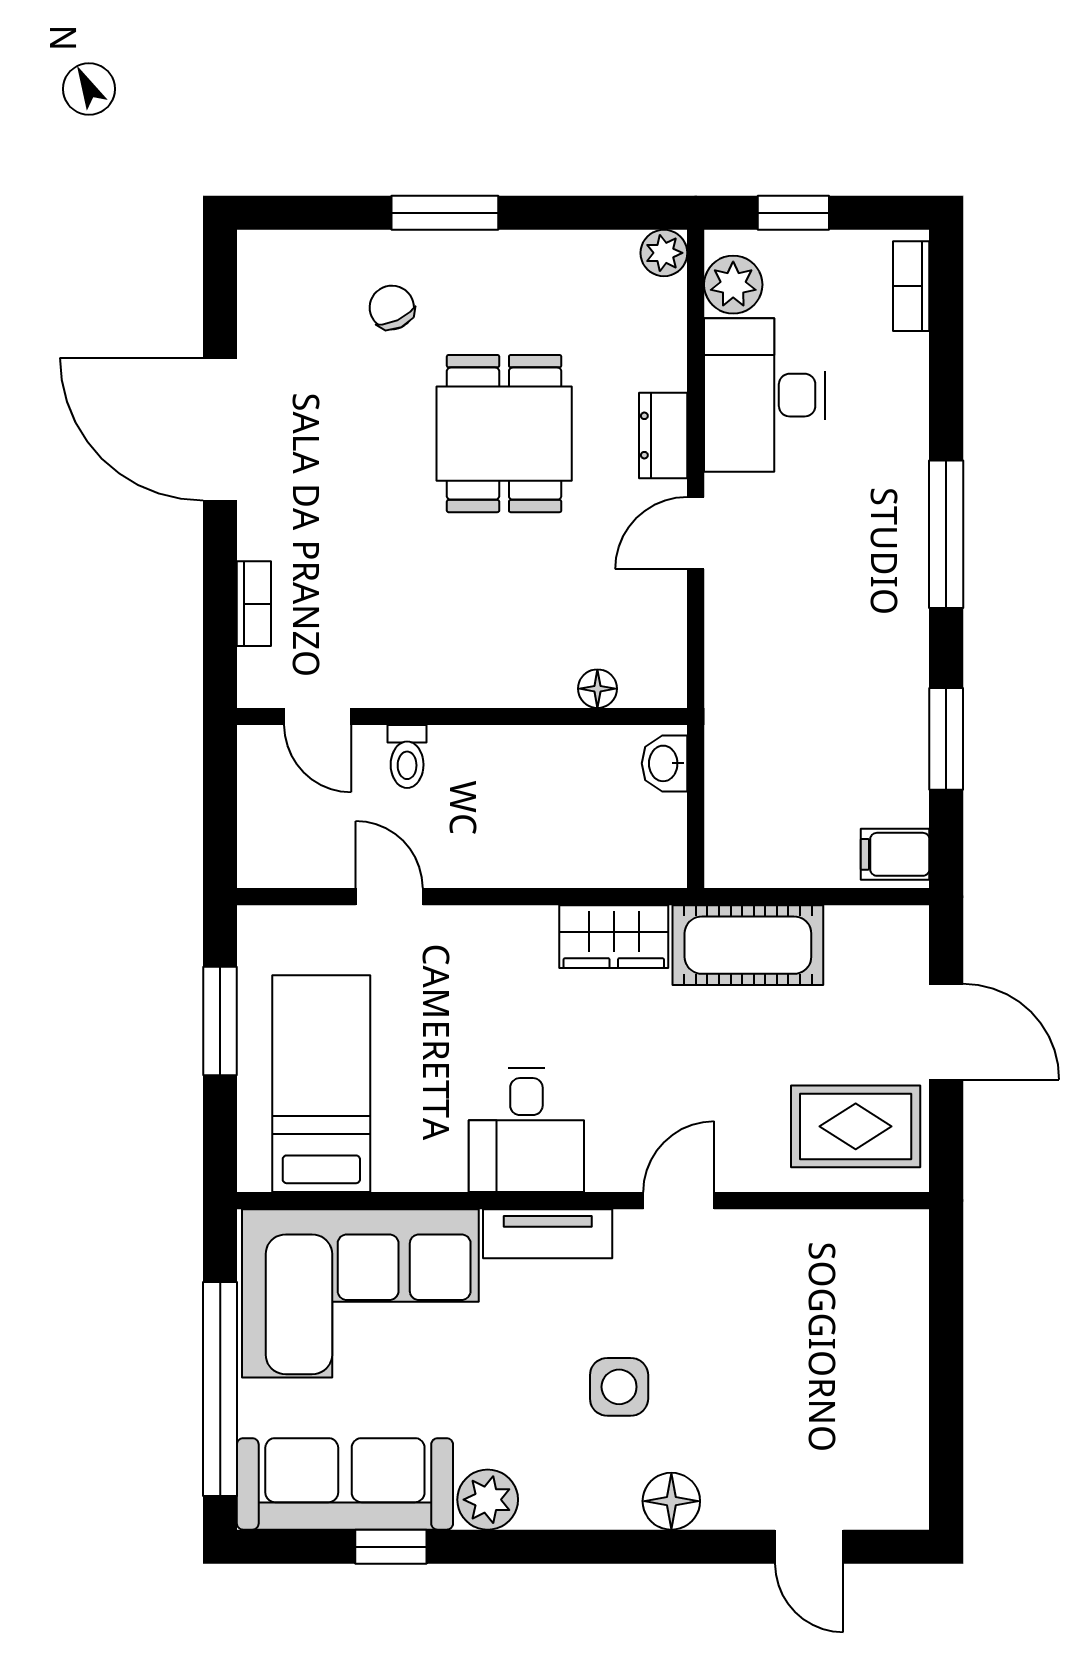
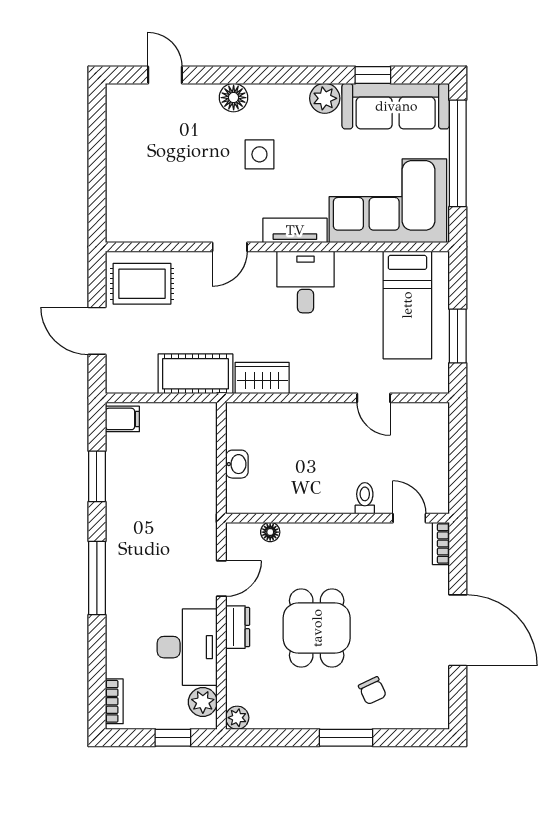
floor lamp: (597, 689) -> (270, 532), moved
door: (318, 717) -> (409, 518), moved
wall: (462, 717) -> (337, 518), moved
toilet: (407, 757) -> (365, 498), moved

